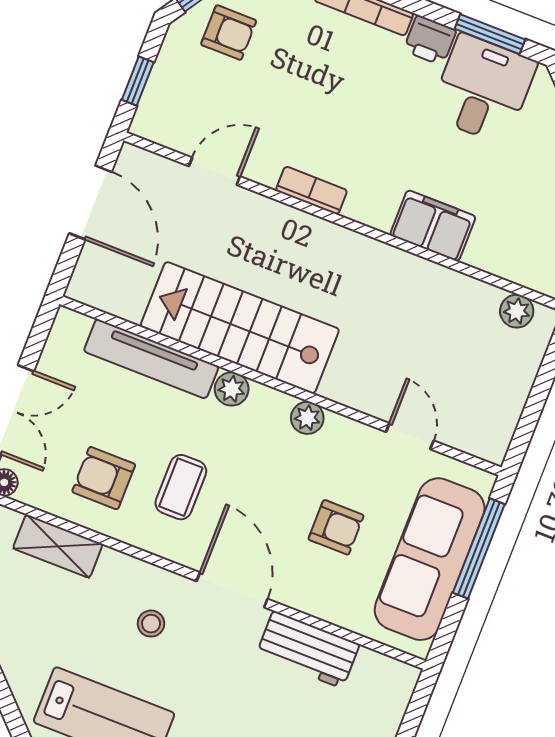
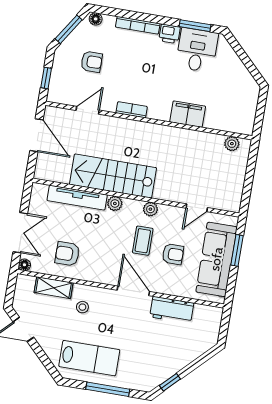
armchair: (229, 33) -> (92, 62), moved
door: (410, 436) -> (197, 208), swing flipped
coffee table: (181, 487) -> (143, 241), moved
window: (479, 549) -> (237, 250), width x0.69
stool: (151, 624) -> (82, 307), moved

